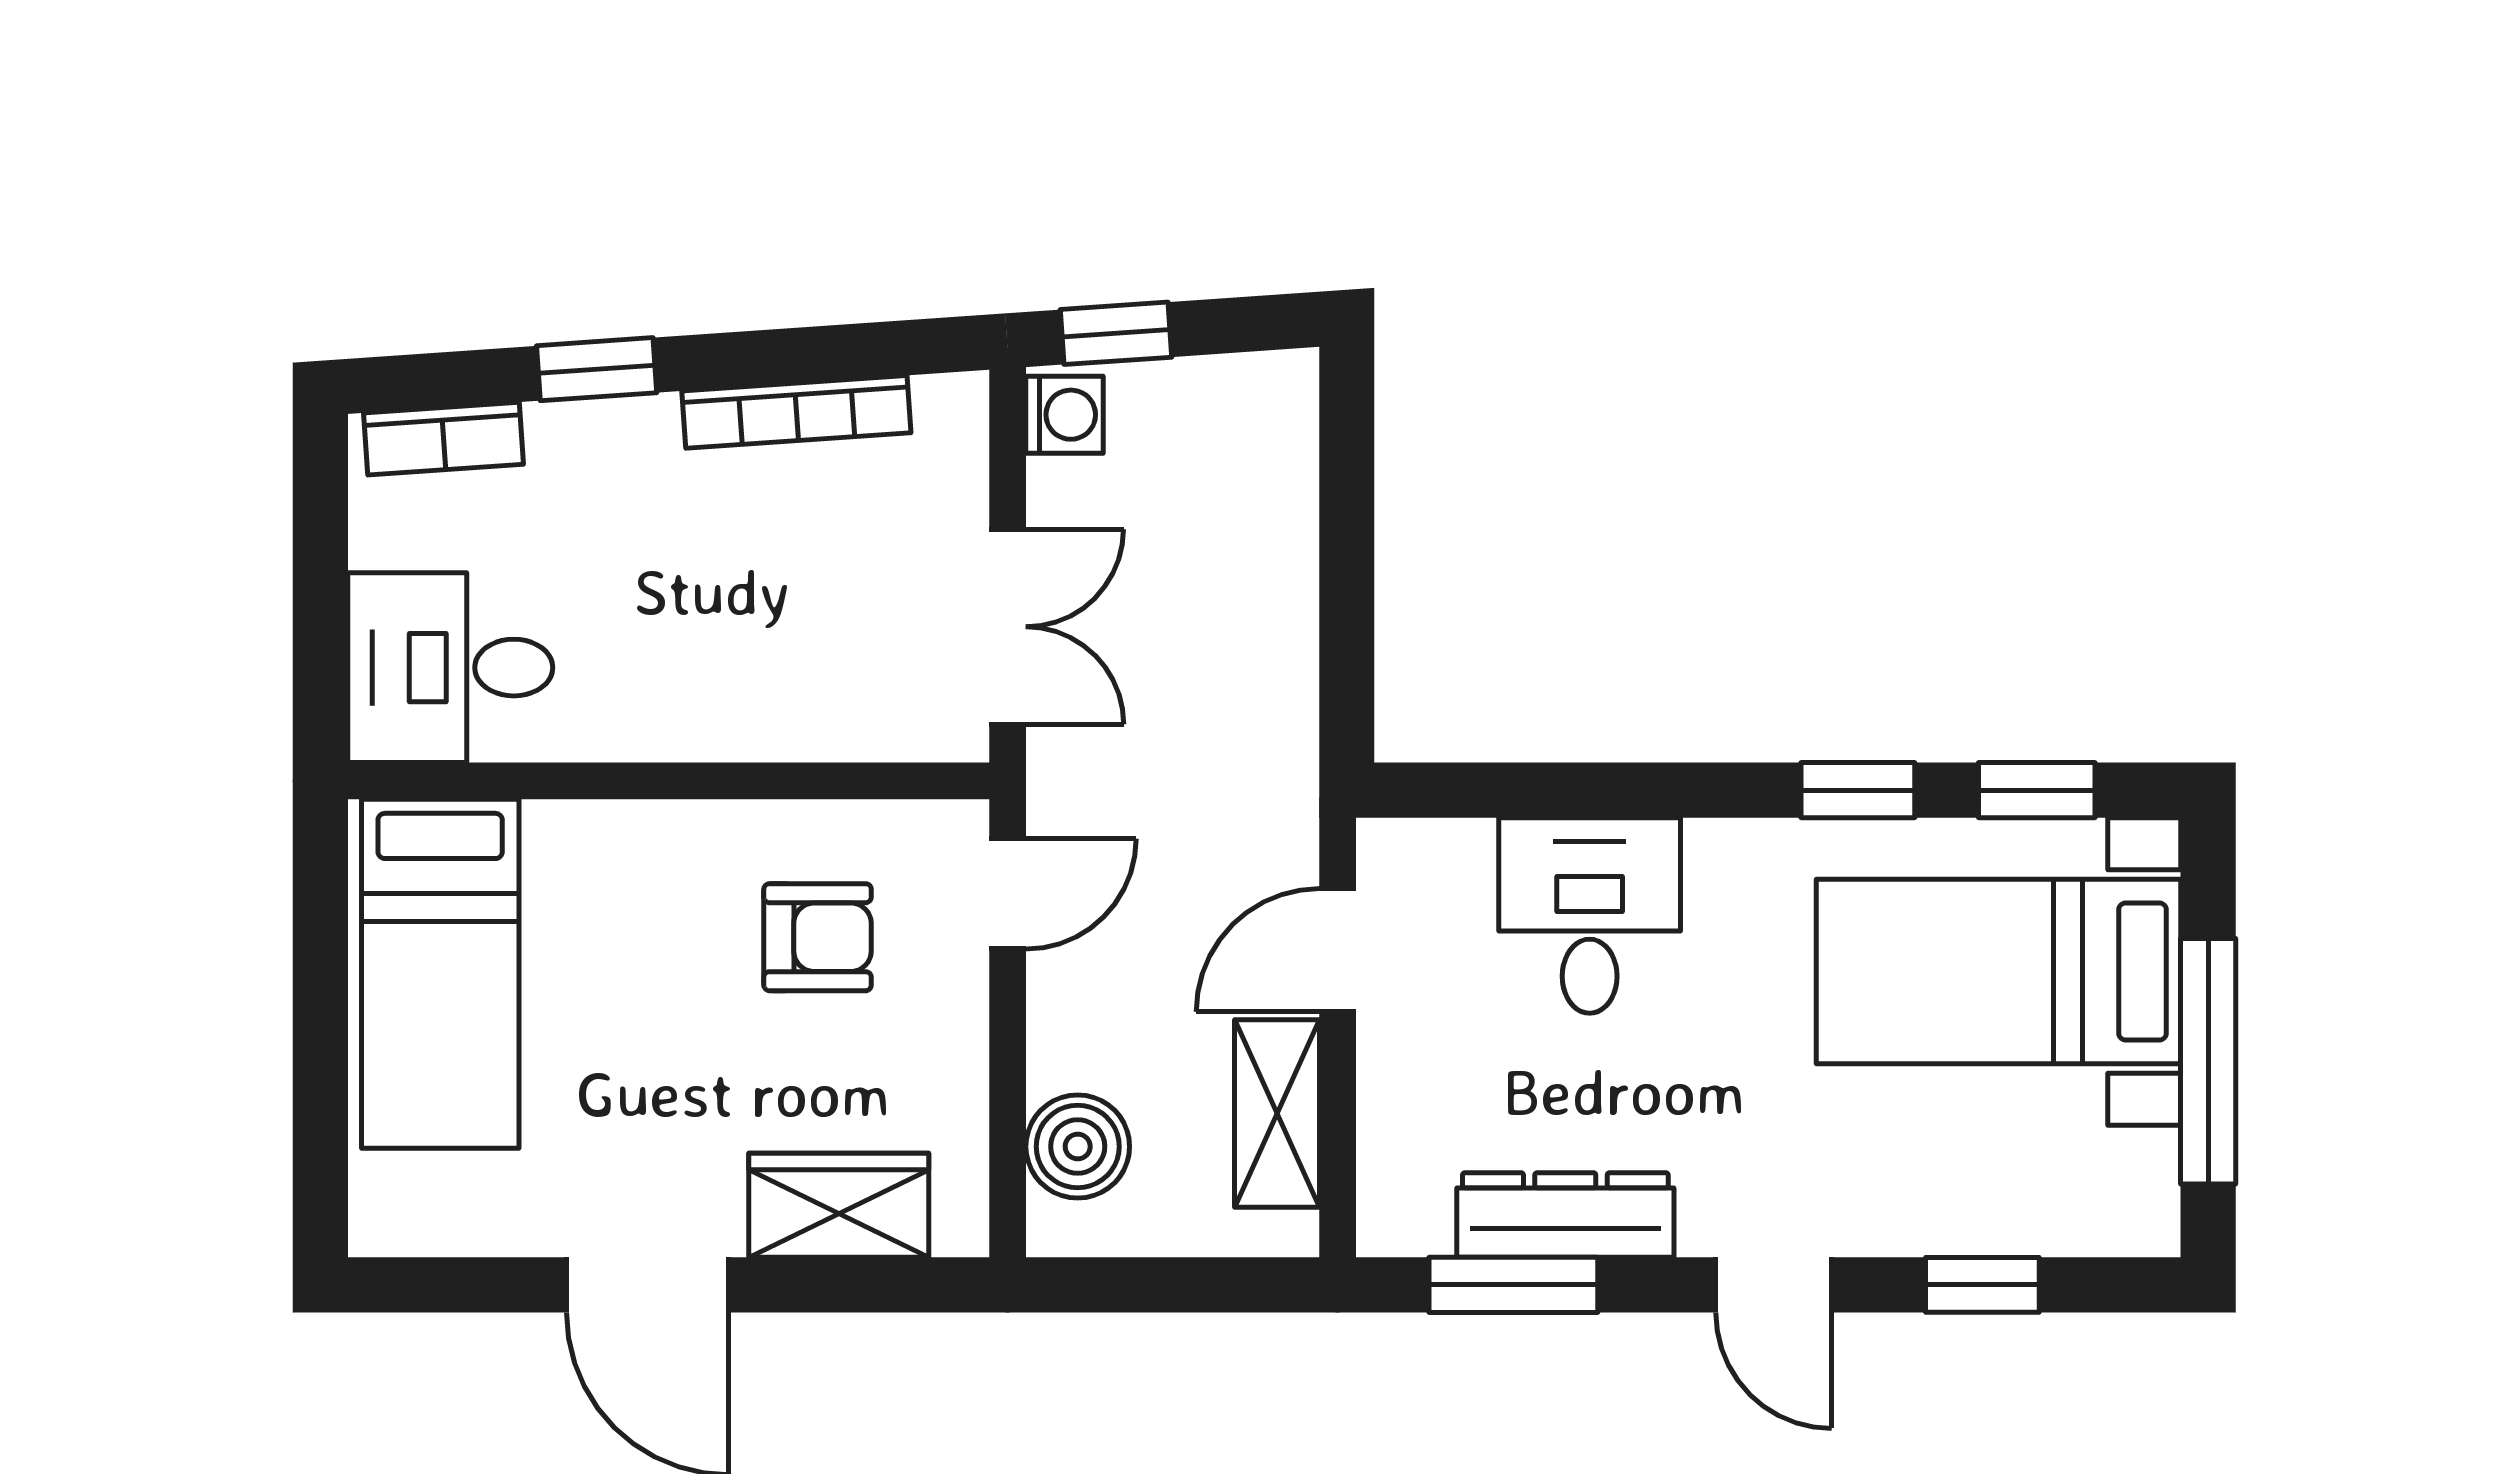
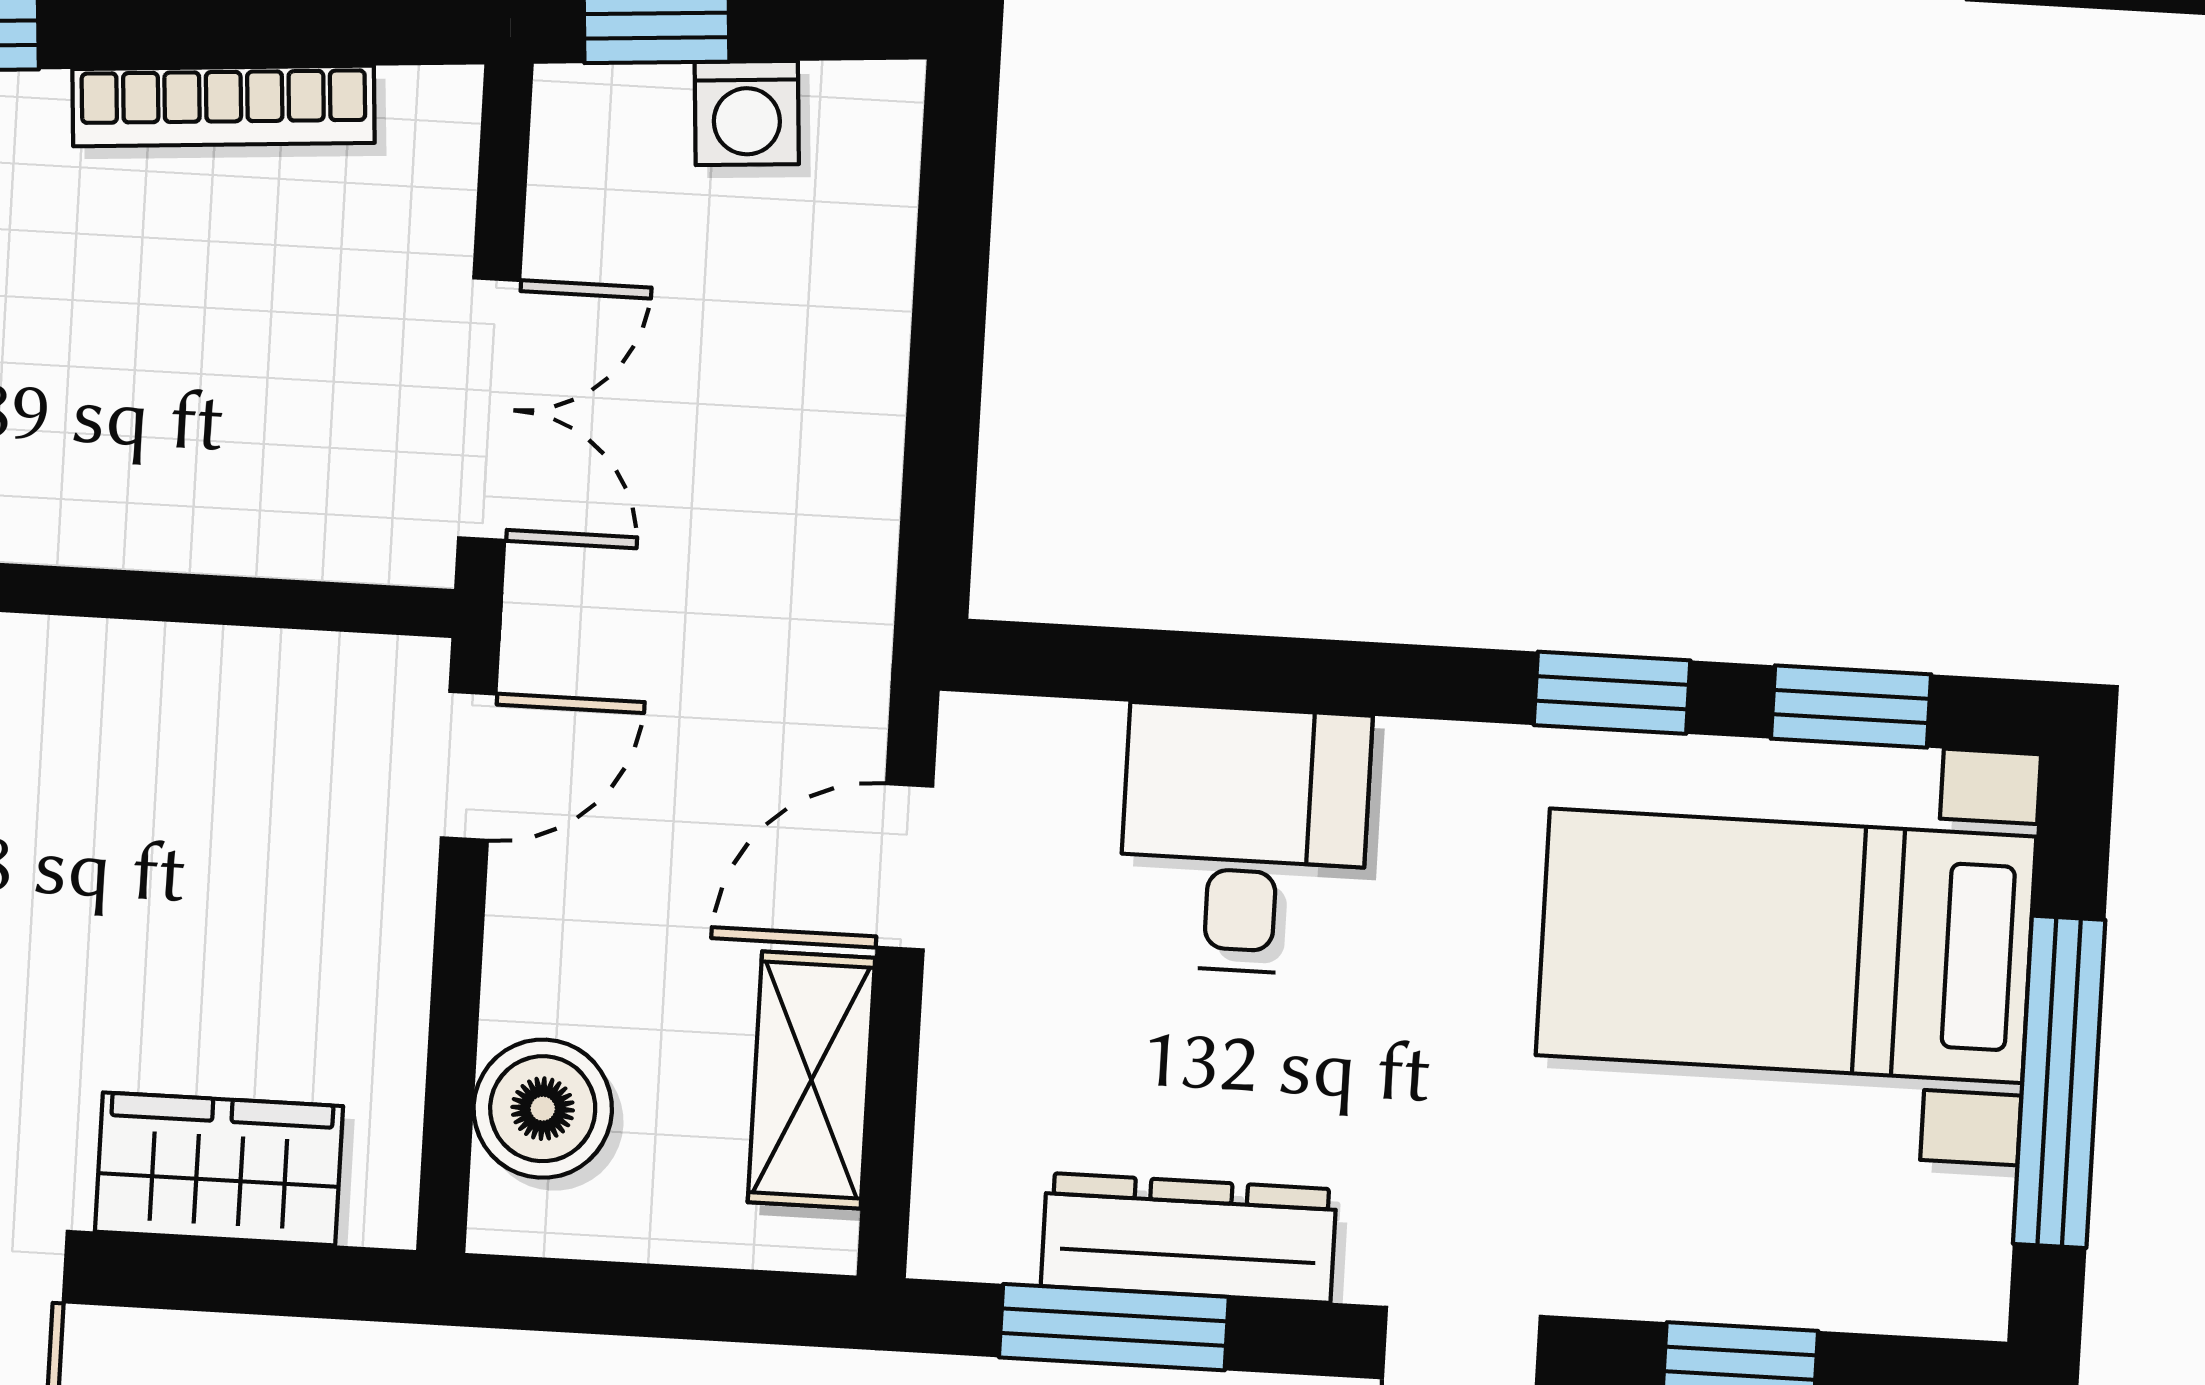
washing machine: (1065, 415) -> (747, 113), moved, turned 86
armchair: (818, 937) -> (211, 809), removed

